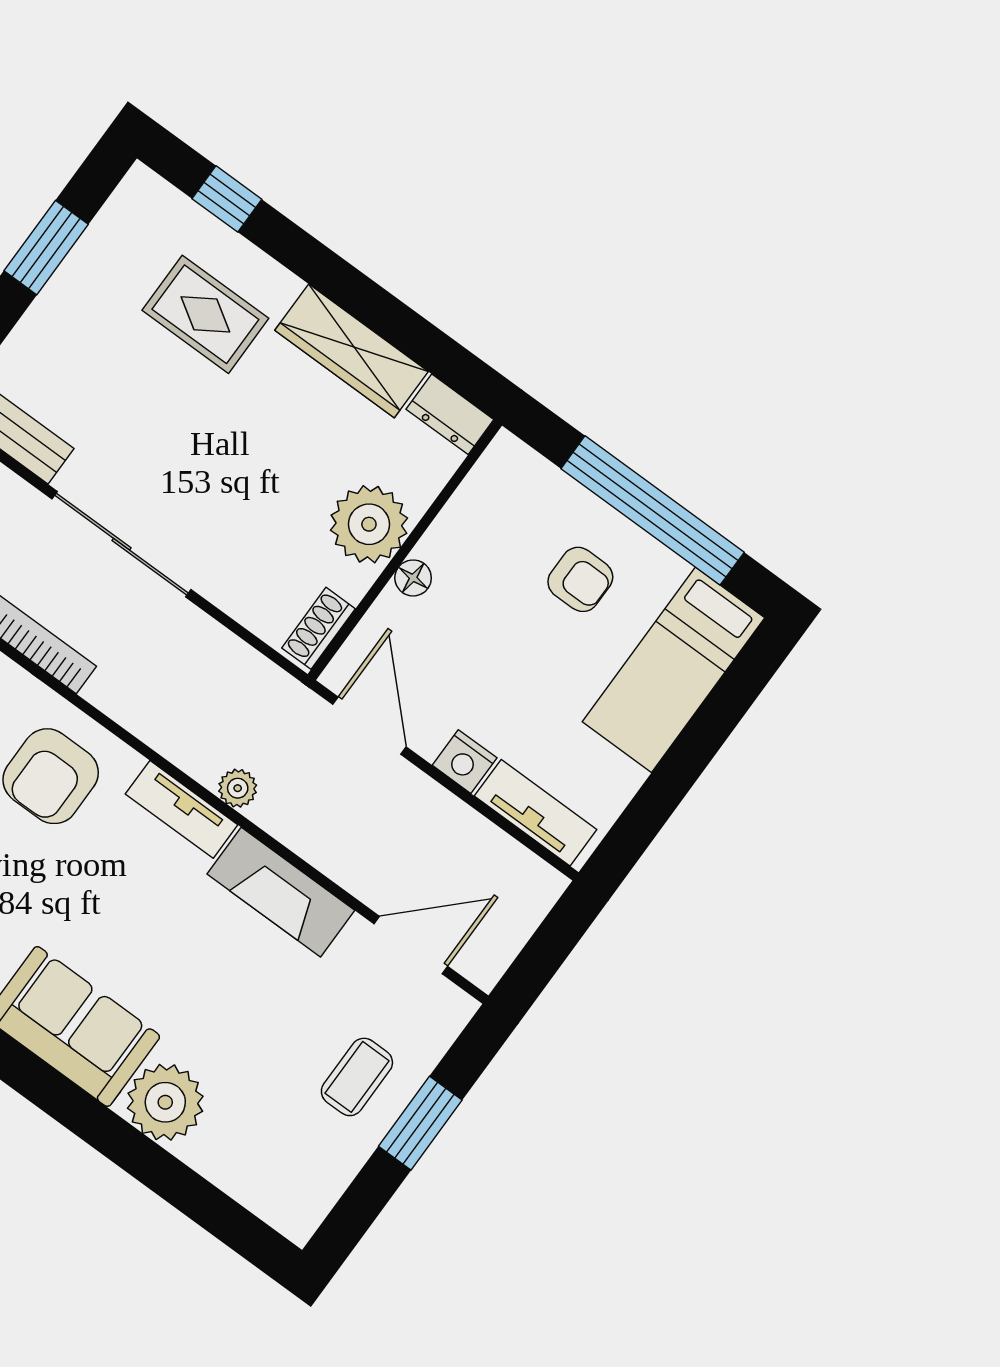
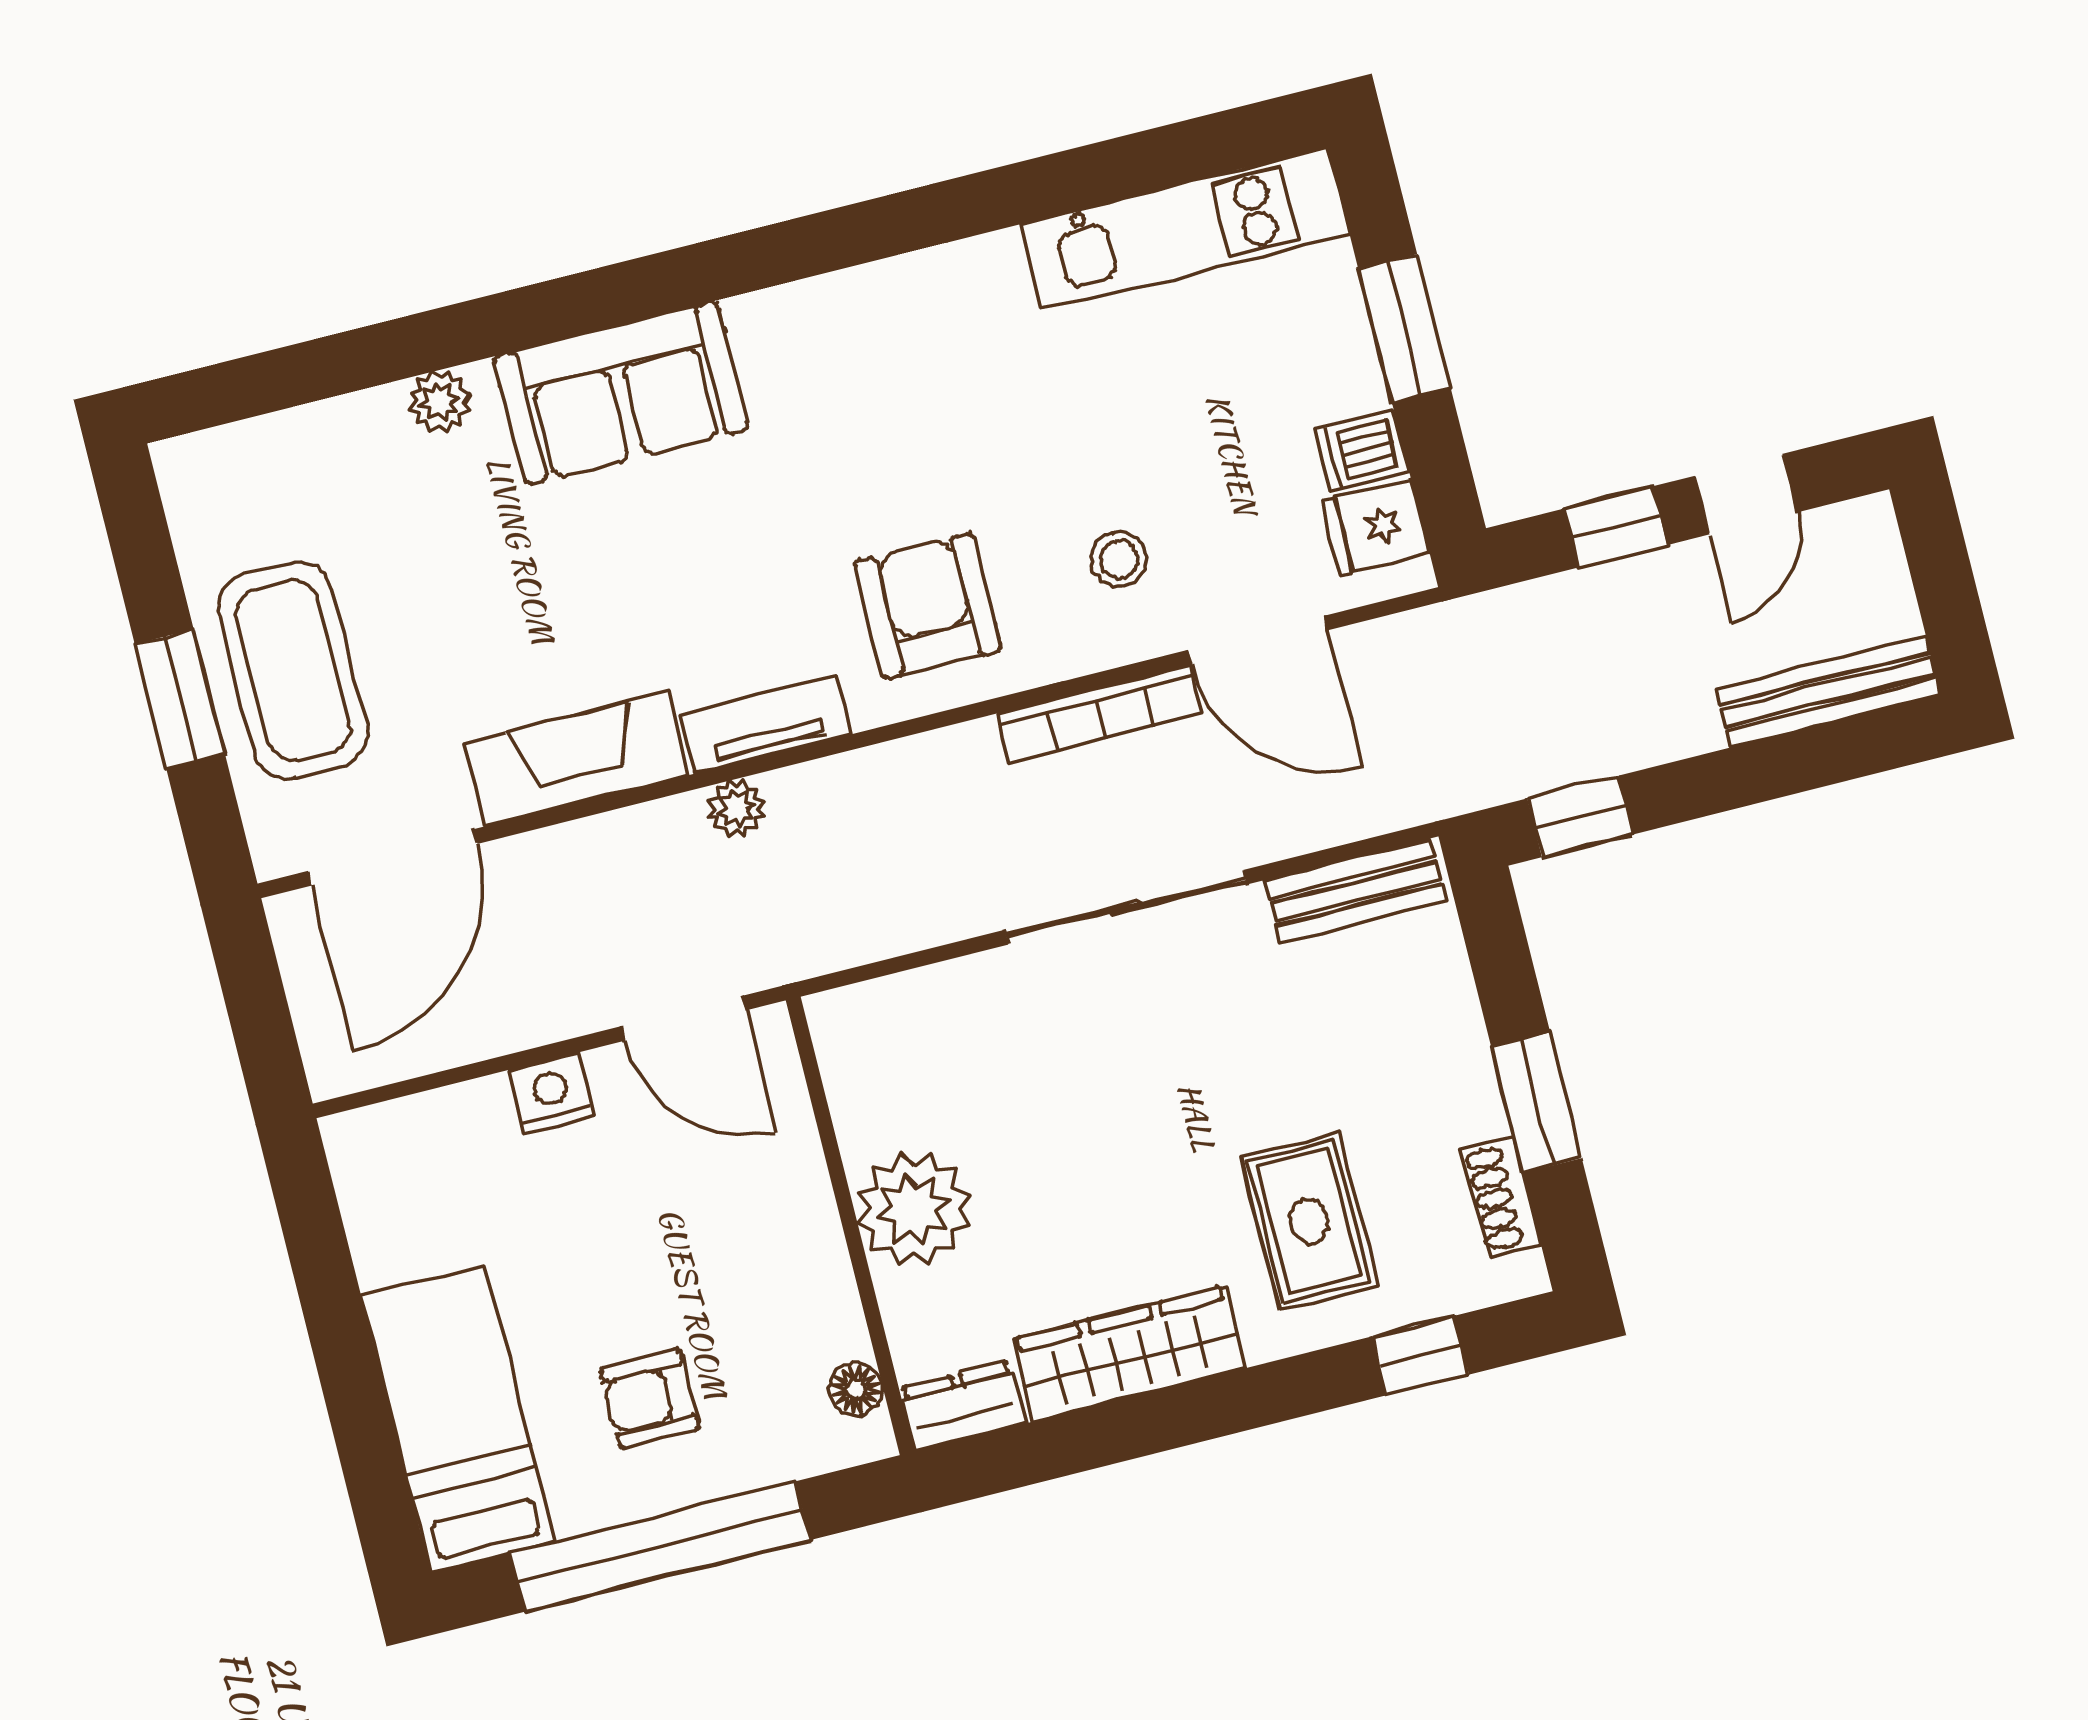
rug: (205, 314) -> (1309, 1221), turned 90
floor lamp: (413, 578) -> (856, 1389), moved
shoe rack: (318, 628) -> (1501, 1197), moved, turned 180
tv unit: (536, 813) -> (425, 1126), removed
door: (411, 945) -> (393, 857), width x1.36
coffee table: (357, 1077) -> (293, 671), width x1.86, depth x1.72
plant: (165, 1102) -> (440, 401), width x0.53, depth x0.53

